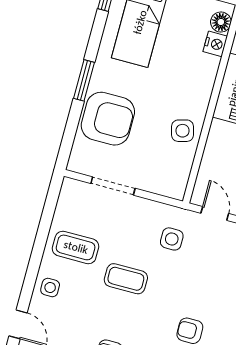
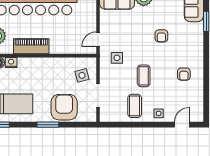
side table: (182, 131) -> (82, 75), moved

